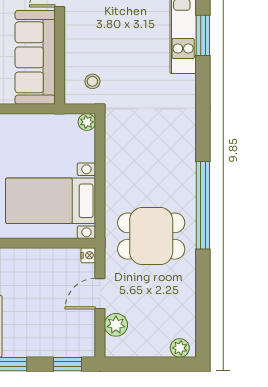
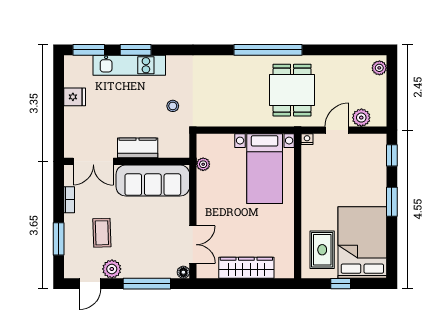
kitchen counter: (77, 38) -> (138, 148), added
stool: (92, 81) -> (173, 106), moved
plant: (87, 122) -> (203, 164), moved
door: (100, 294) -> (337, 130), swing flipped

